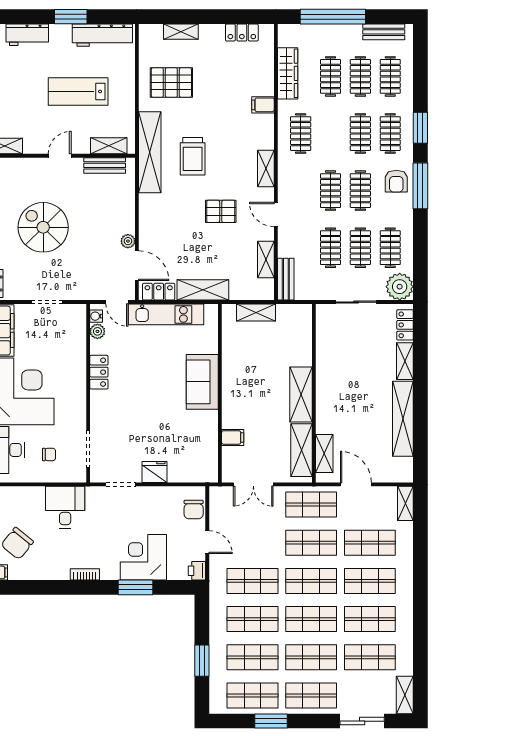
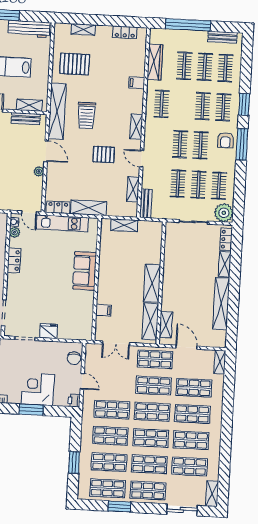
door: (137, 266) -> (46, 151), moved

